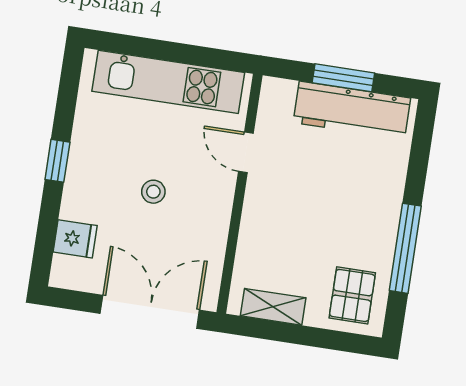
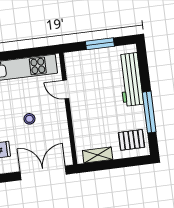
workbench: (352, 110) -> (131, 79), moved, turned 90
pallet: (352, 295) -> (131, 140), turned 90

